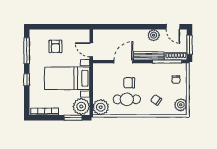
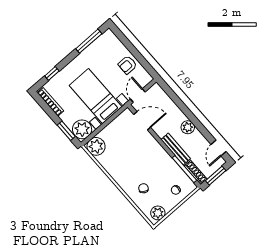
plant: (154, 35) -> (188, 127), moved
armchair: (55, 46) -> (128, 65), moved
door: (123, 62) -> (142, 121), moved
window: (27, 80) -> (52, 73), moved
chair: (129, 83) -> (138, 152), removed
cafe table: (127, 99) -> (122, 163), removed

